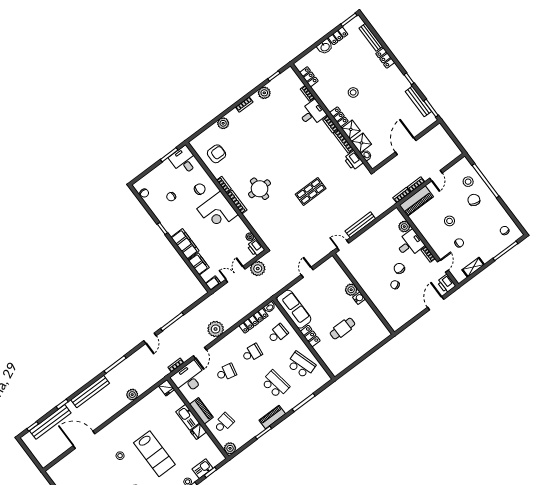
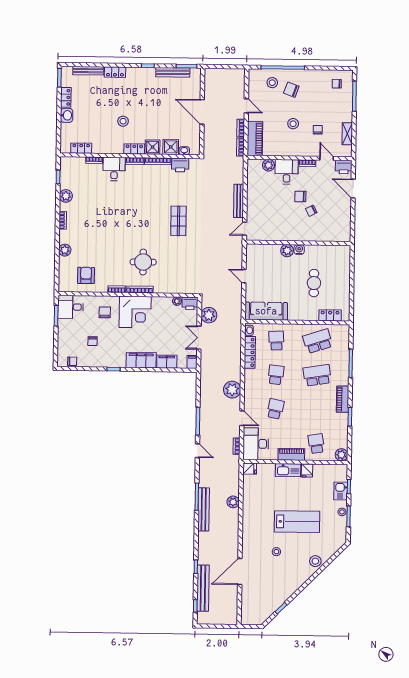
locker: (310, 336) -> (330, 315), moved
bench: (90, 391) -> (204, 509), moved

